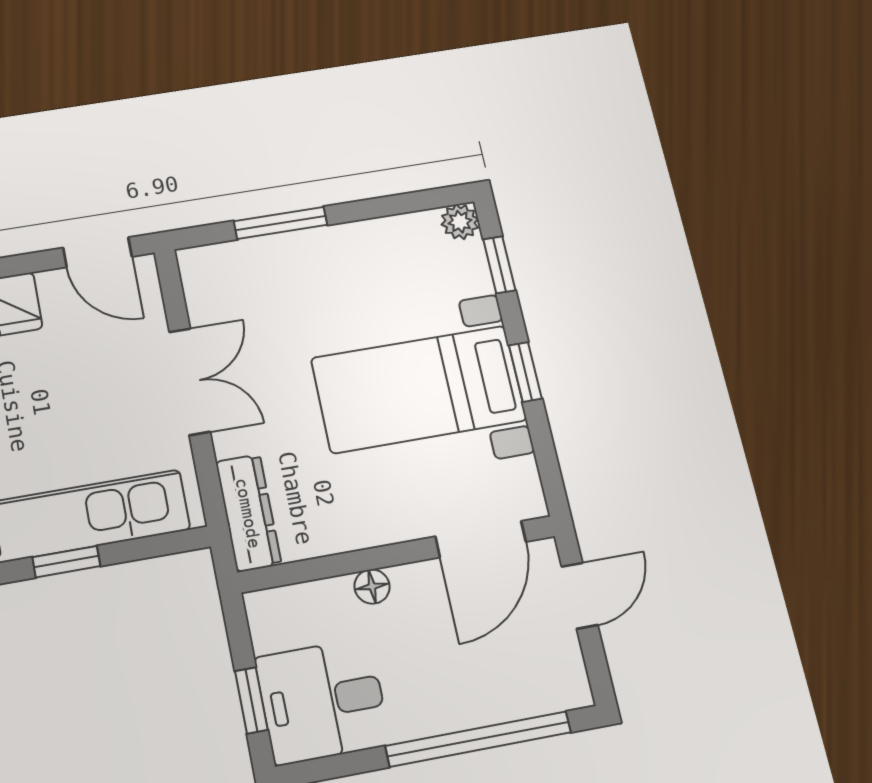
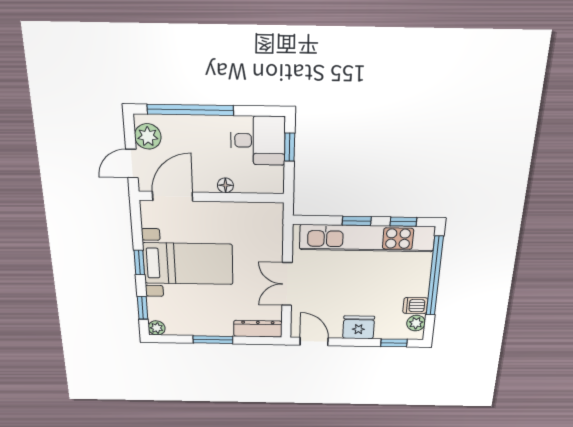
window: (281, 223) -> (213, 340), moved
dresser: (248, 513) -> (258, 329), moved, turned 90
plant: (557, 663) -> (148, 136), added

